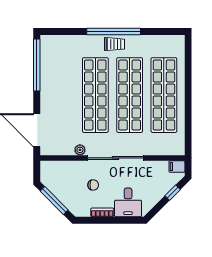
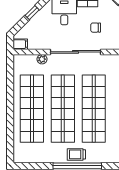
plant: (80, 150) -> (42, 59), moved
window: (173, 193) -> (32, 13), moved

